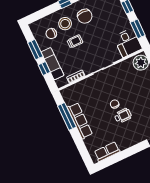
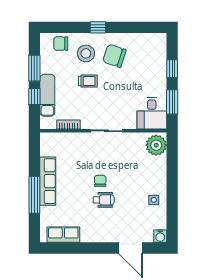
chair: (85, 16) -> (114, 56), turned 108
chair: (51, 34) -> (61, 44), moved
window: (67, 116) -> (34, 195), moved

